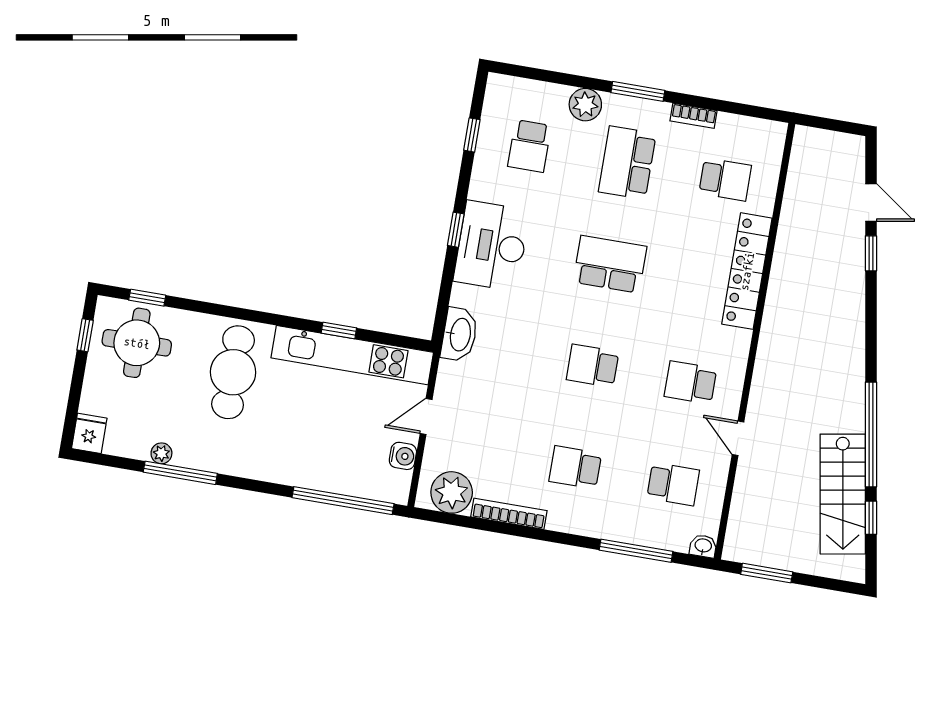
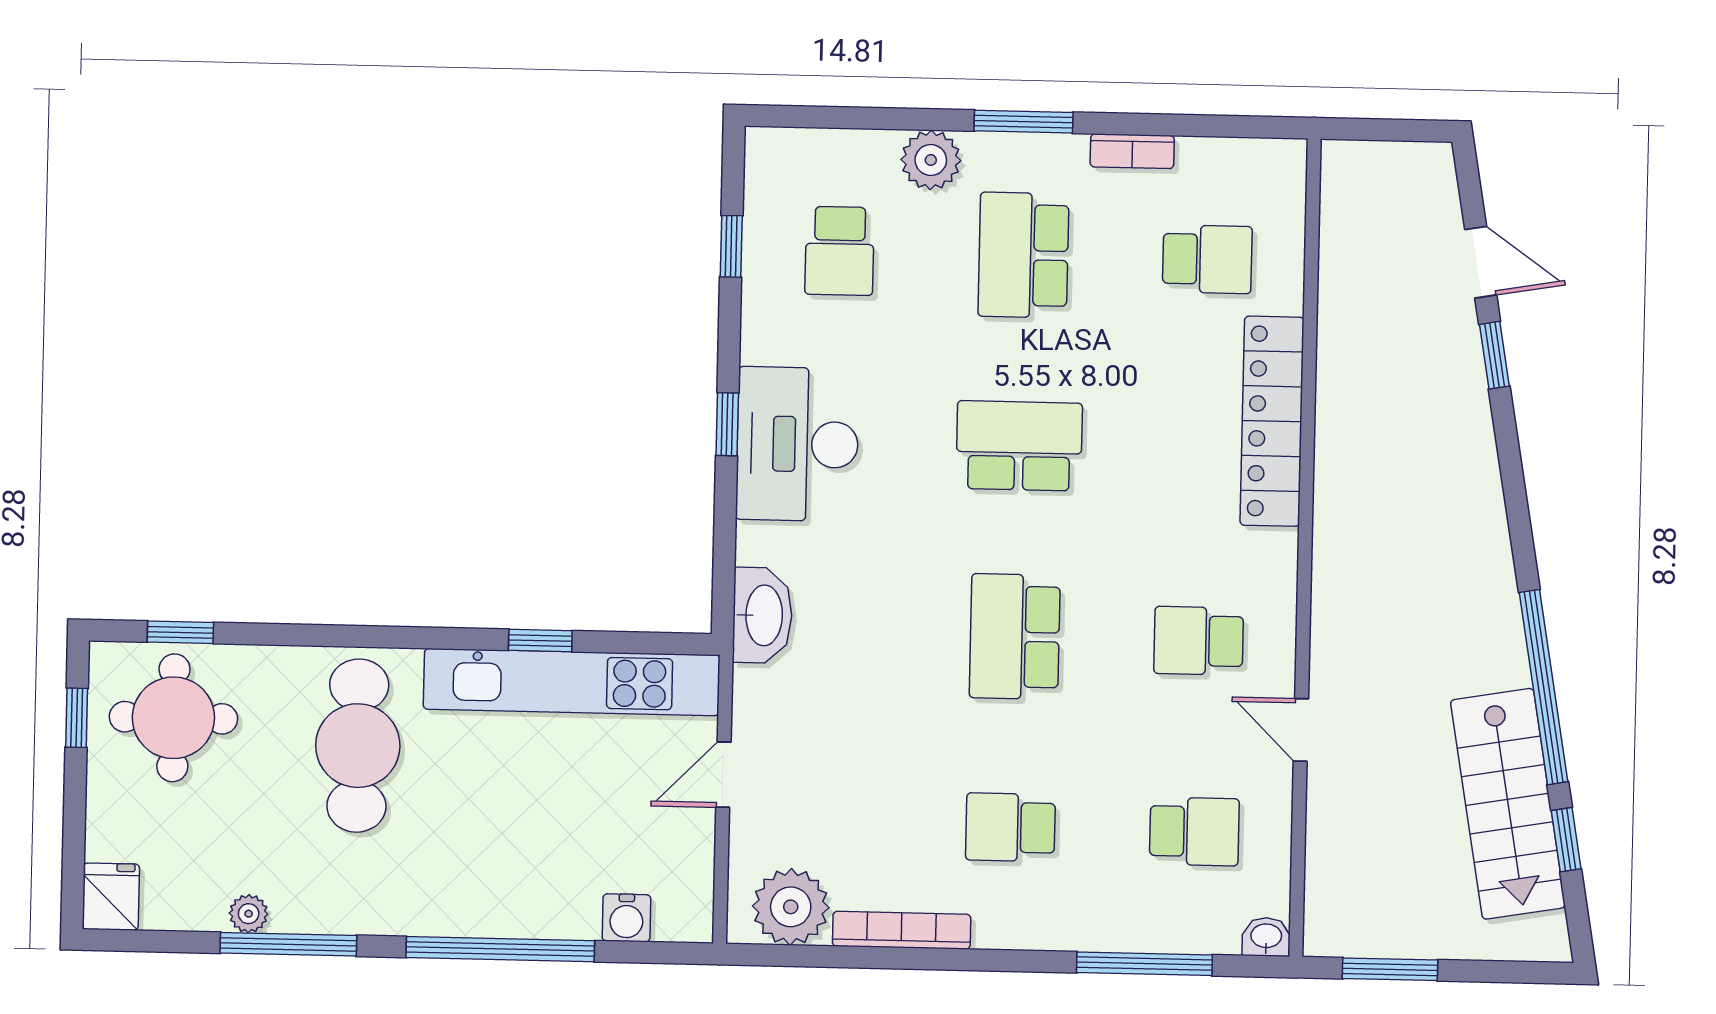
school desk: (593, 366) -> (1015, 637), width x1.85
water cooler: (403, 456) -> (626, 918), moved, turned 90
window: (343, 501) -> (500, 949), moved

